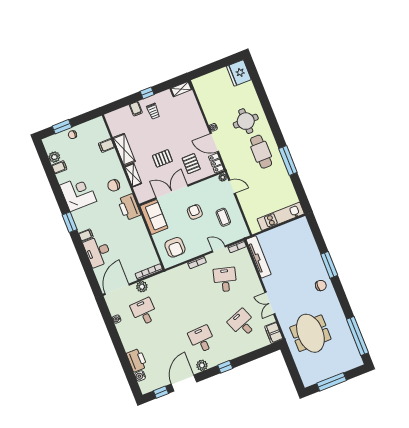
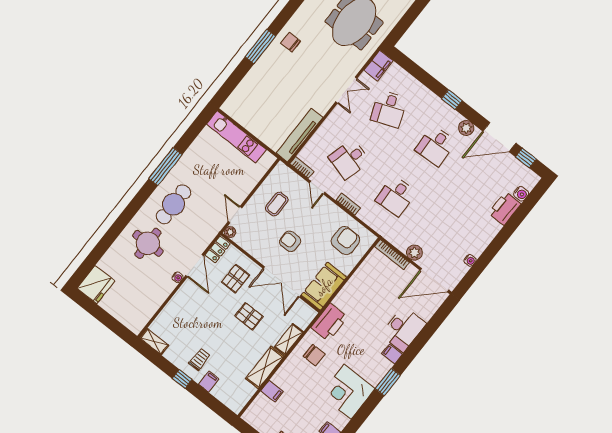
armchair: (195, 212) -> (290, 241), turned 90
desk: (144, 312) -> (396, 196), moved

